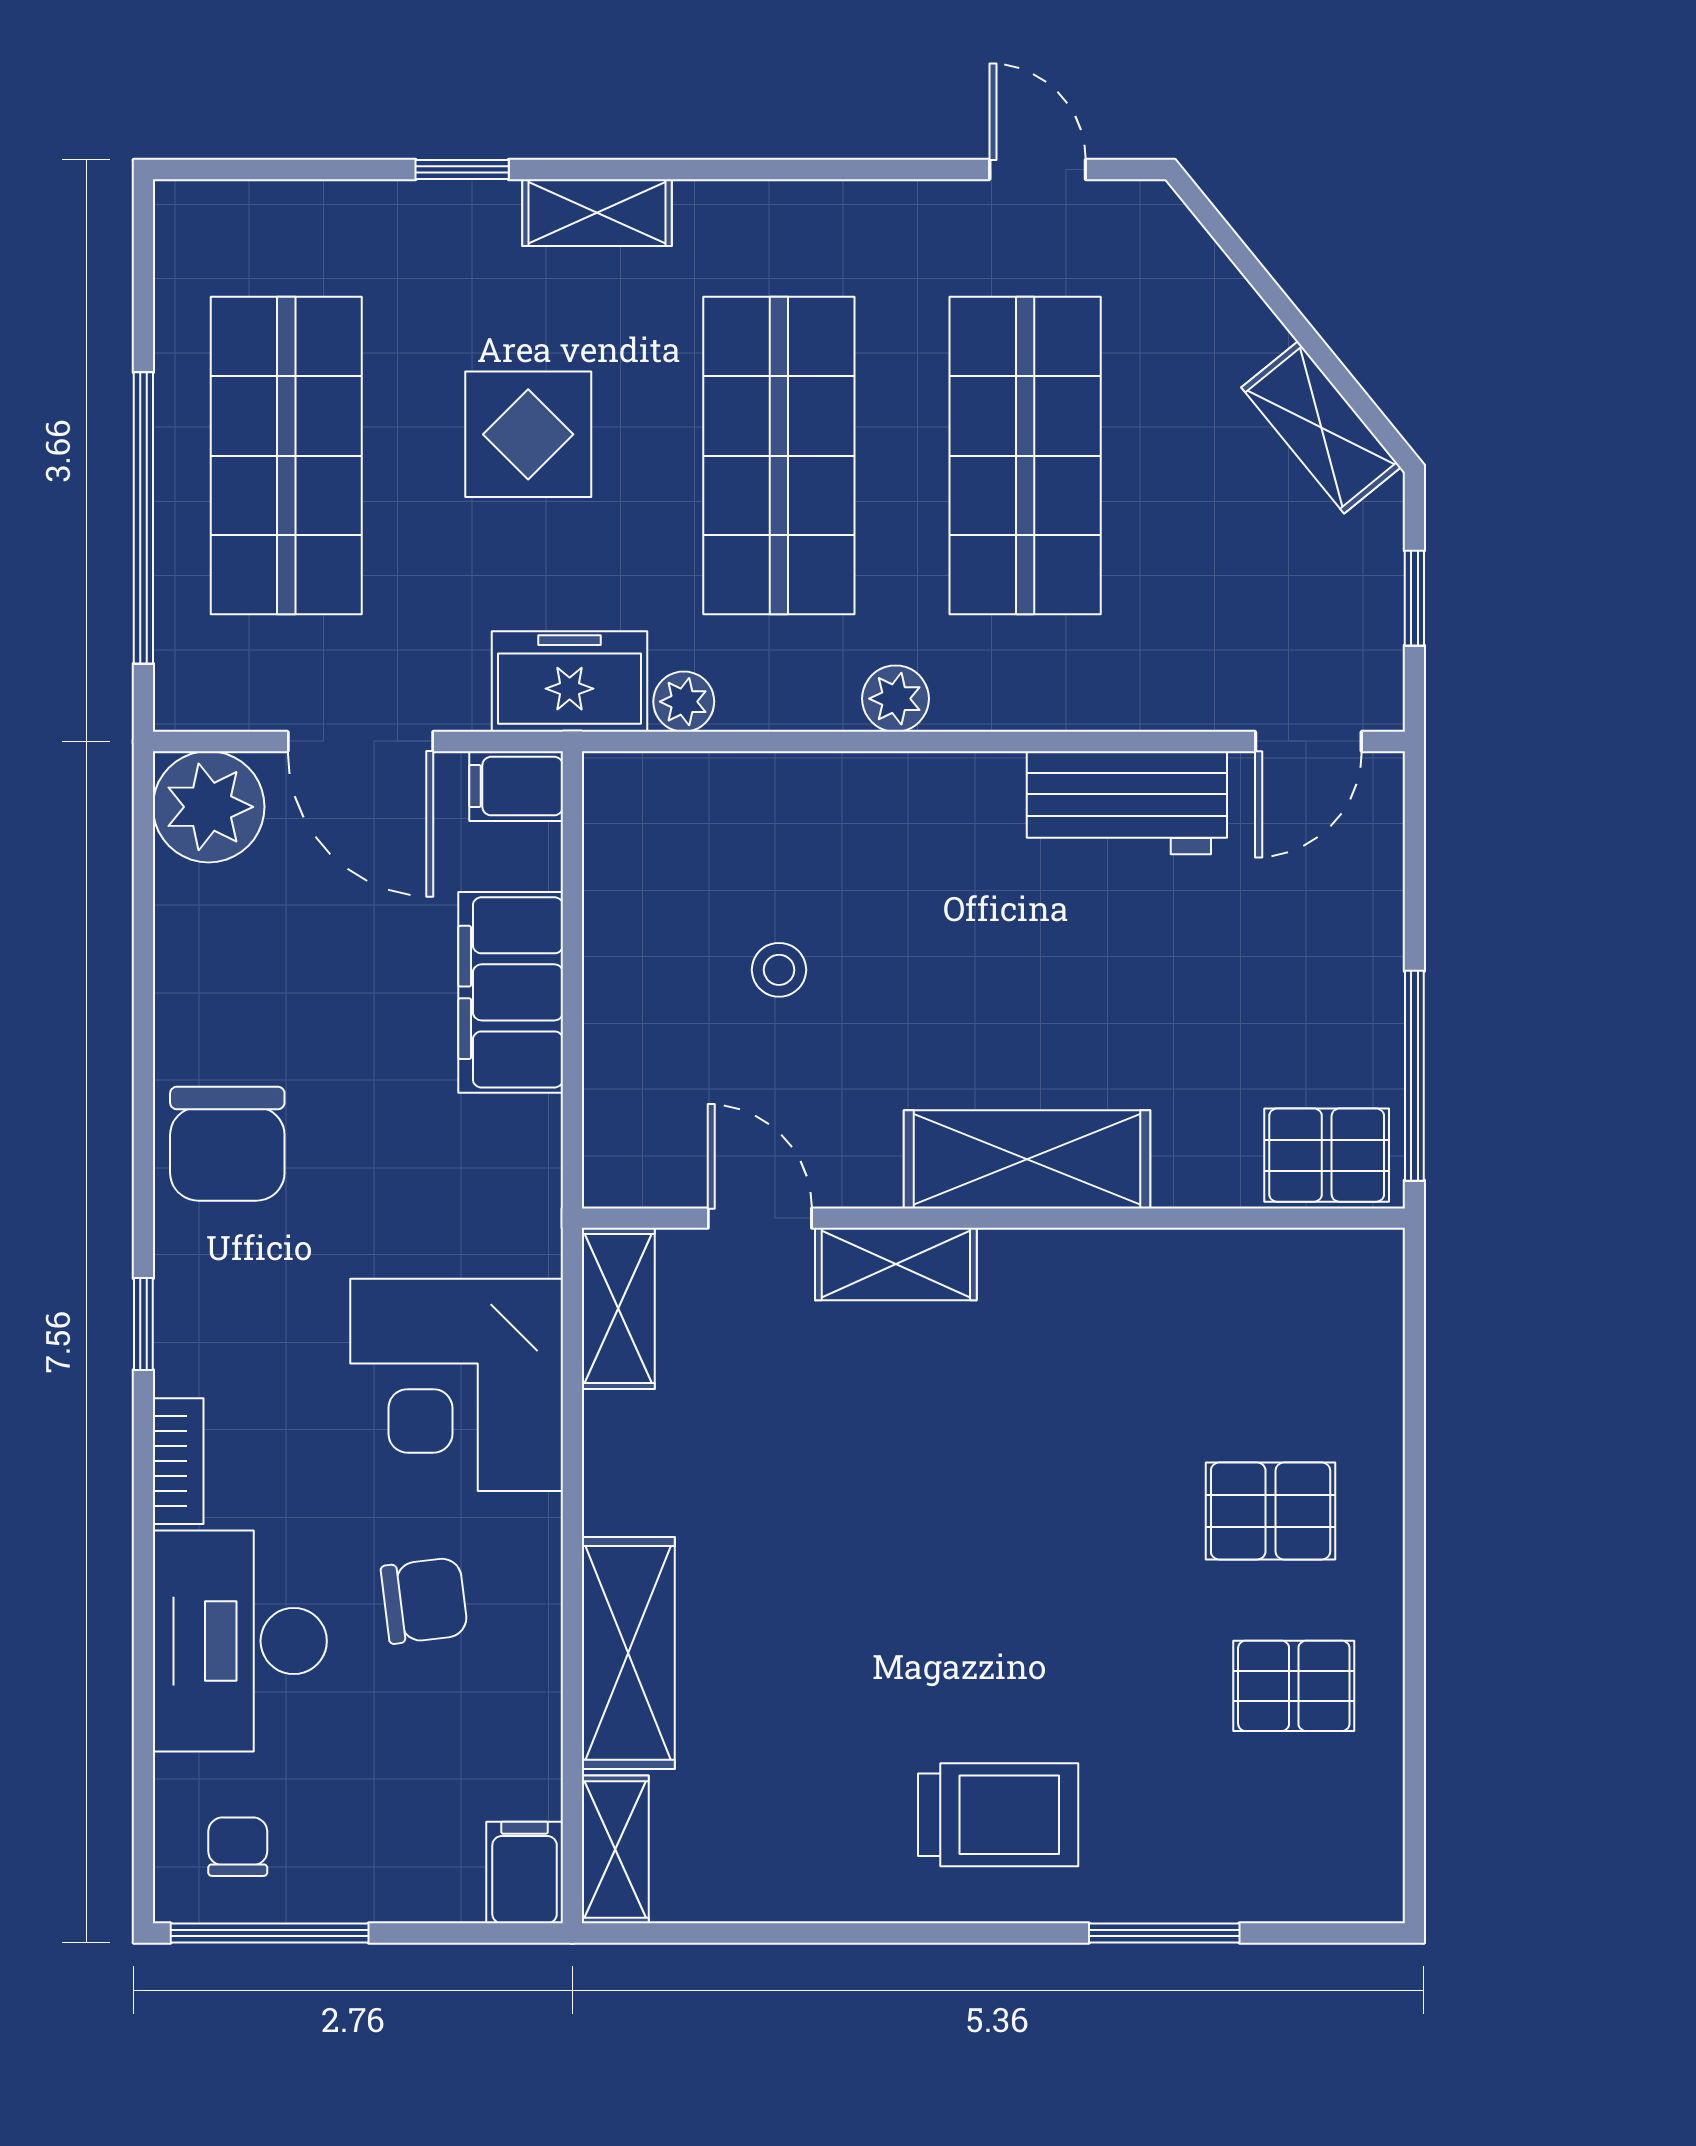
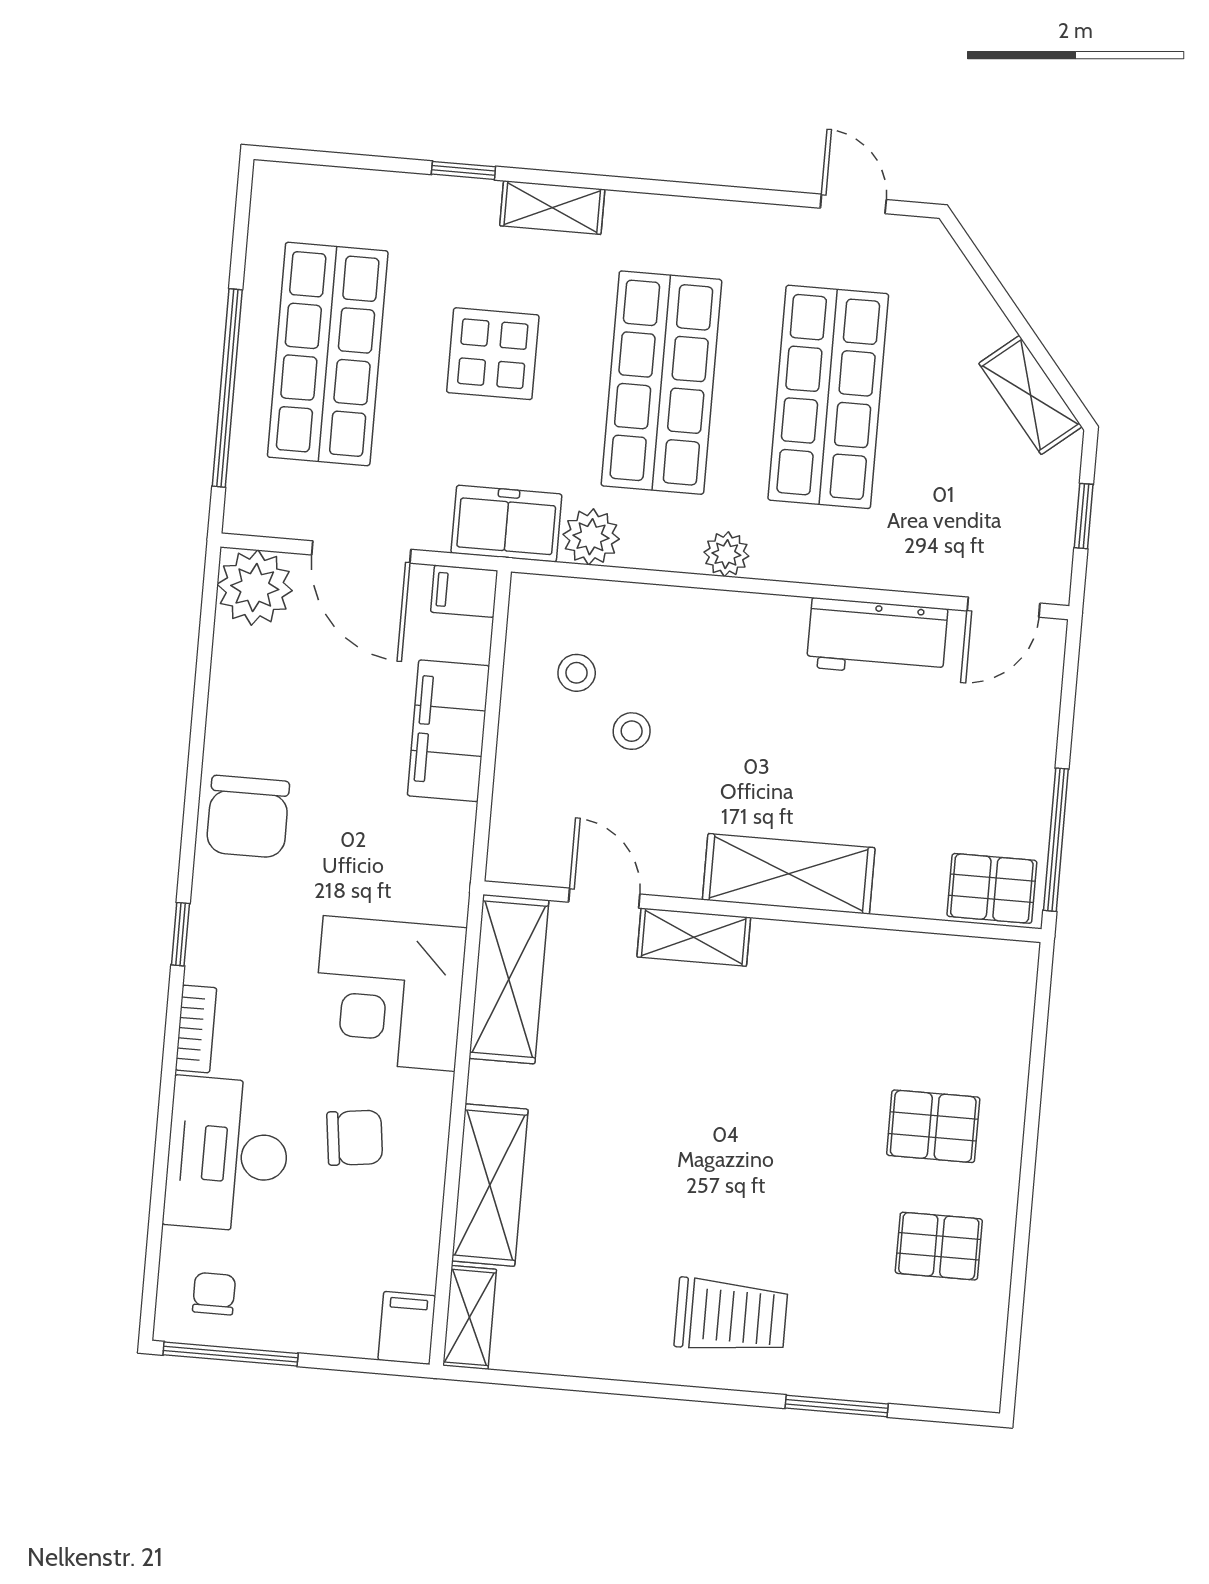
plant: (684, 702) -> (591, 537), width x1.38, depth x1.38
stool: (691, 891) -> (577, 673), added
shelving: (618, 1308) -> (509, 979), width x1.50, depth x1.33

